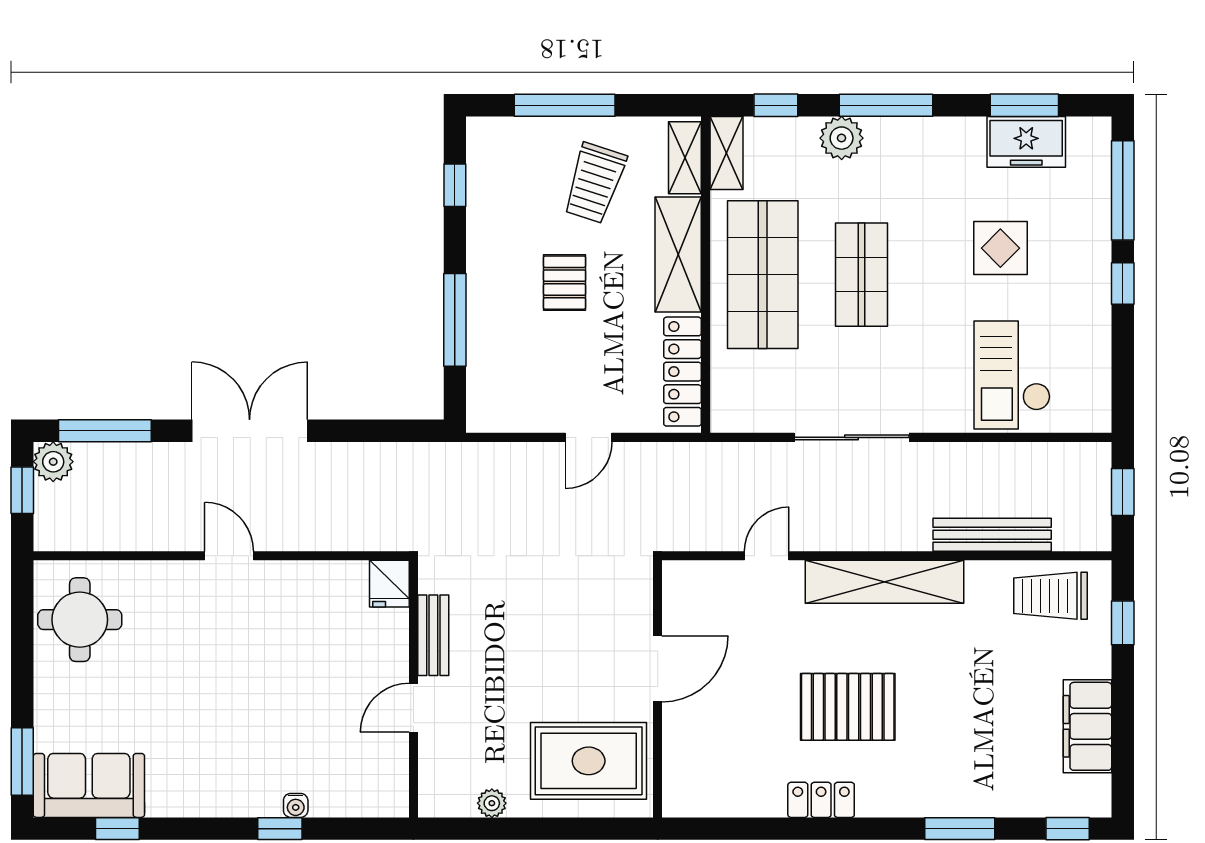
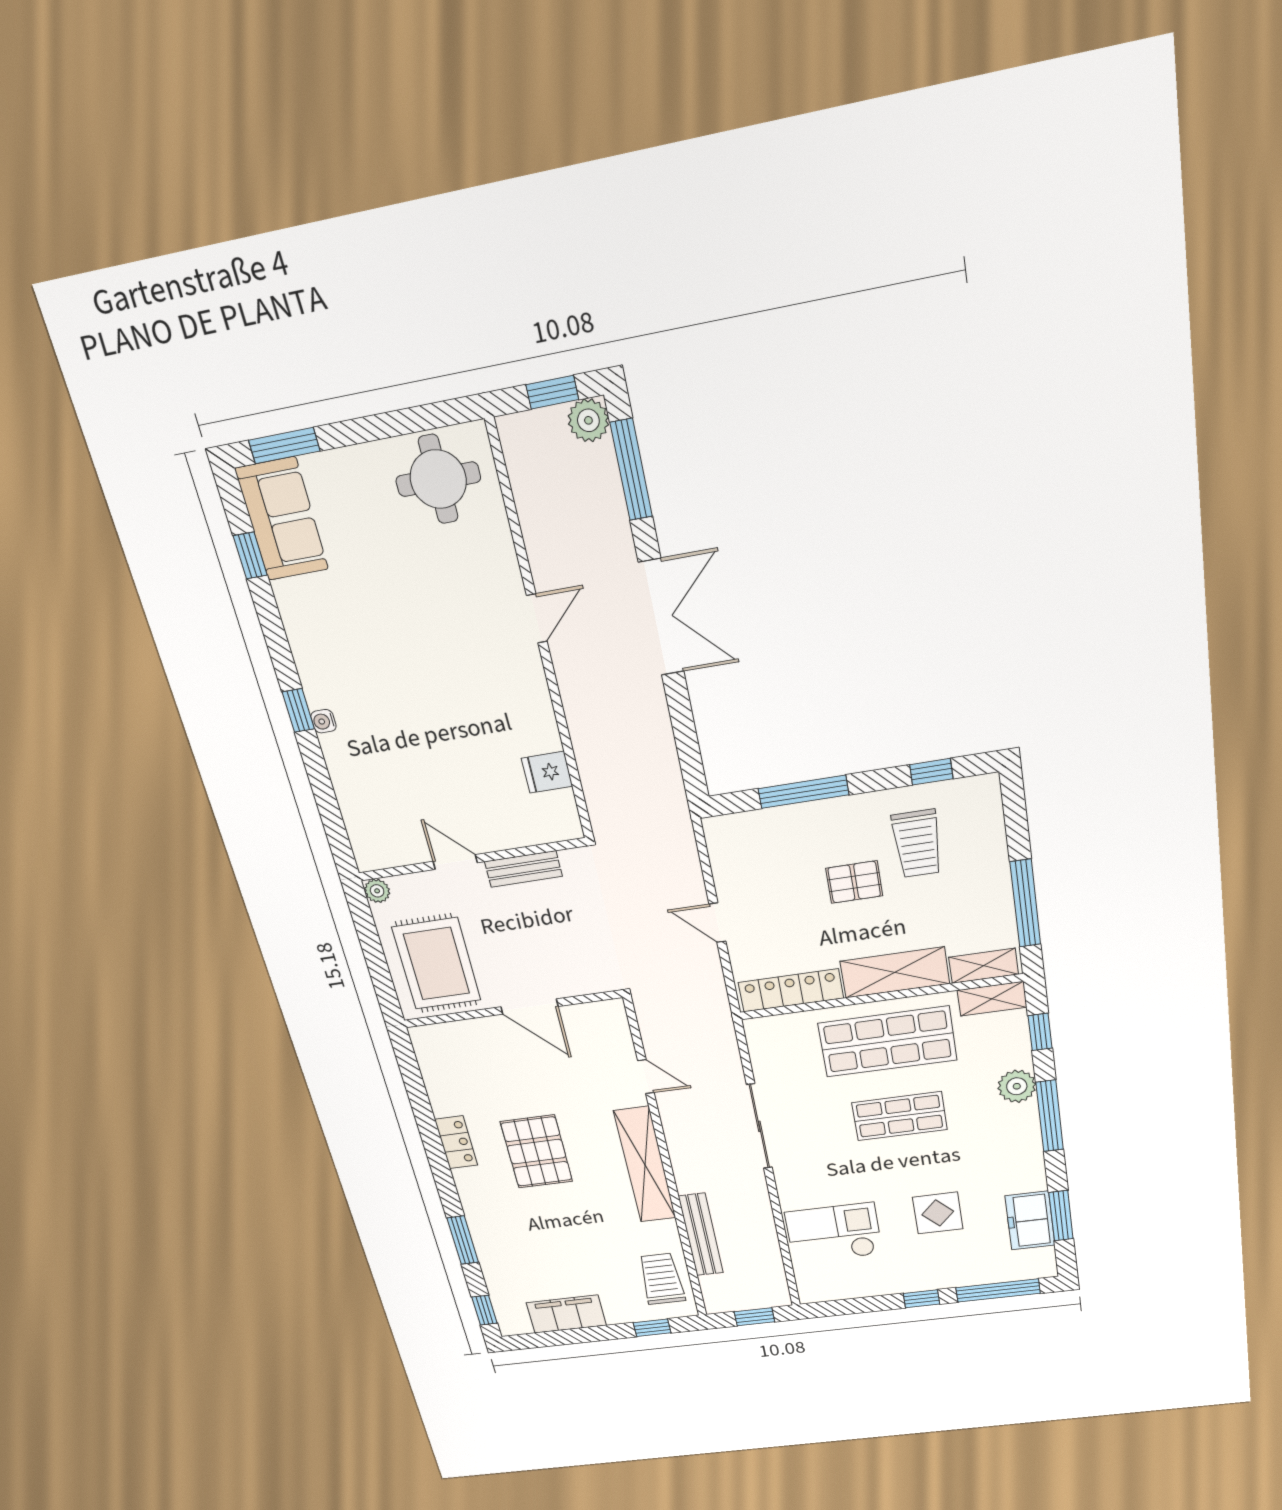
window: (565, 105) -> (1025, 903), moved
trolley: (595, 183) -> (917, 844), moved, turned -108
bench: (433, 635) -> (523, 869), moved
wall: (413, 689) -> (472, 860), moved
door: (413, 708) -> (455, 862), moved

